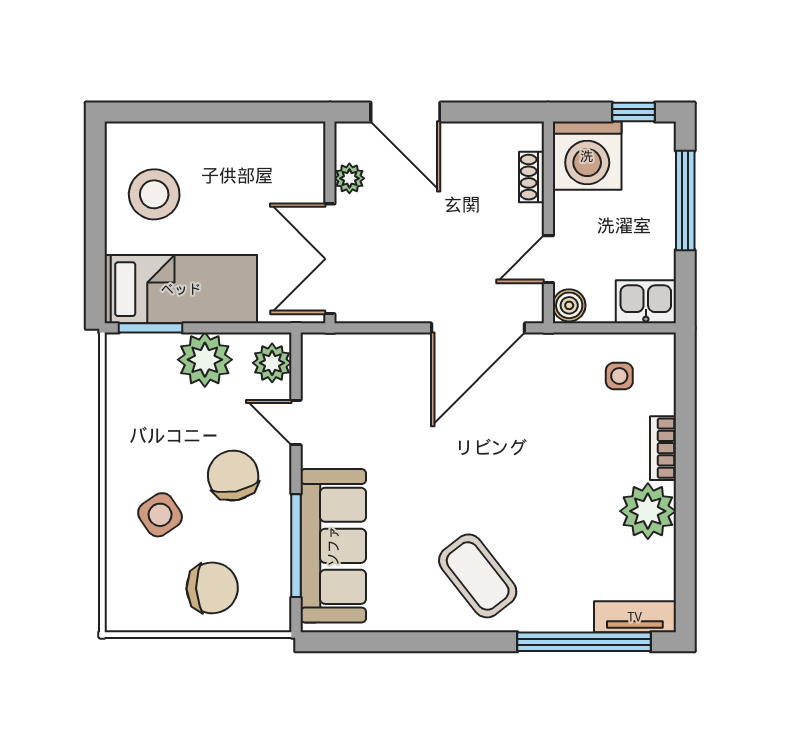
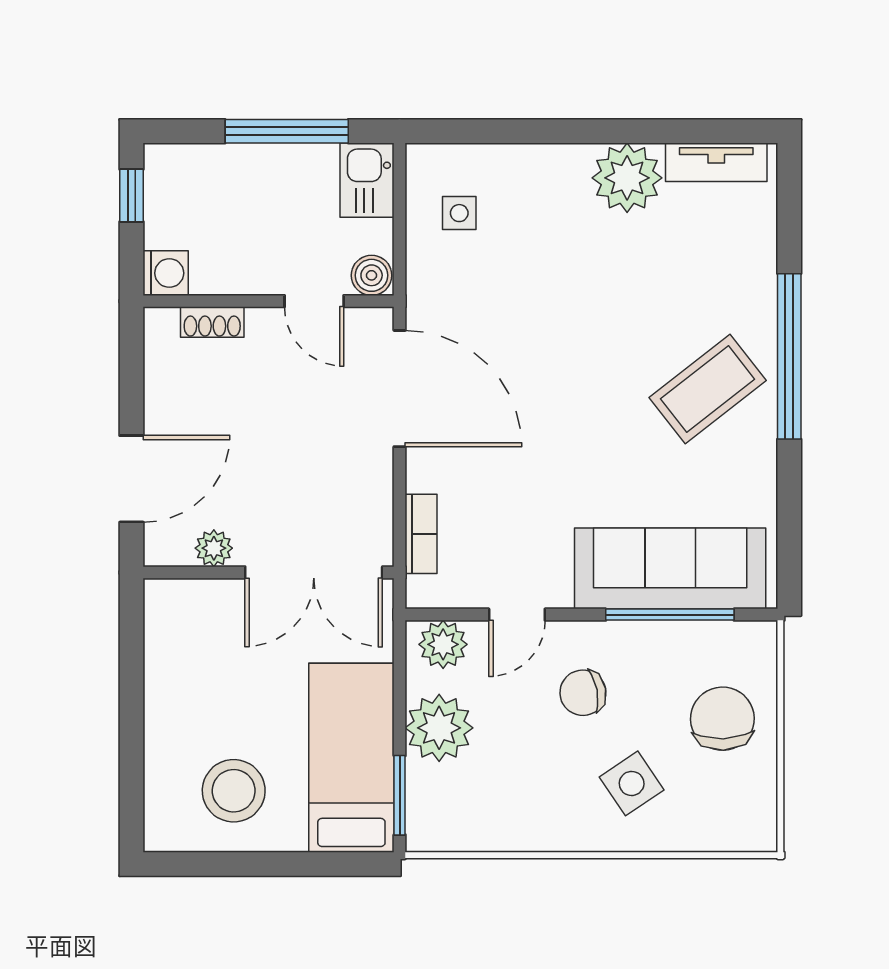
washing machine: (587, 156) -> (166, 273), width x0.53, depth x0.53
window: (685, 200) -> (287, 131), moved
bookcase: (663, 448) -> (421, 534), moved, turned -90
chair: (233, 476) -> (583, 693), width x0.73, depth x0.73
tv unit: (635, 617) -> (716, 162), moved, turned -90
window: (584, 642) -> (789, 356), moved

